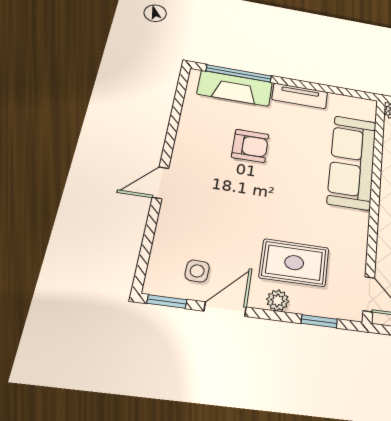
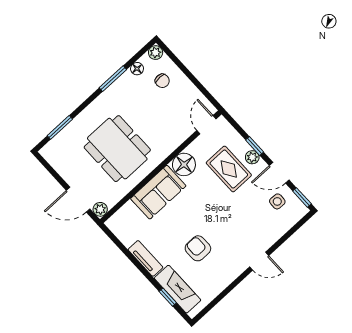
window: (239, 73) -> (168, 297), width x0.46
sofa: (352, 162) -> (158, 192), width x0.73
floor lamp: (352, 226) -> (184, 164), added
window: (319, 321) -> (255, 146), moved

